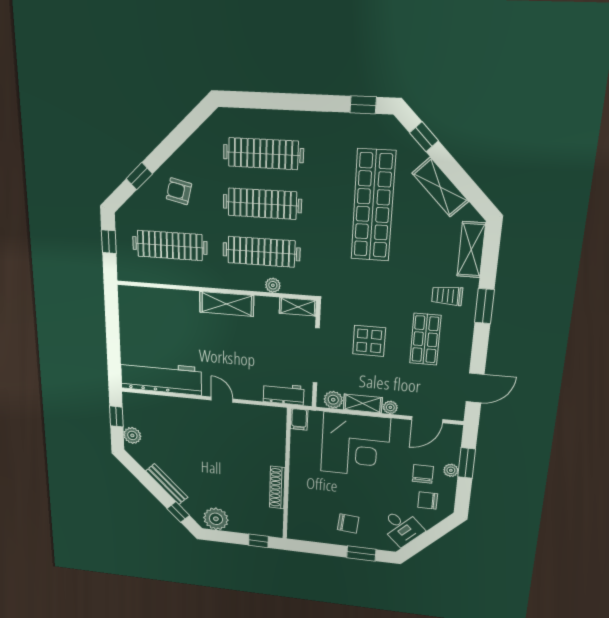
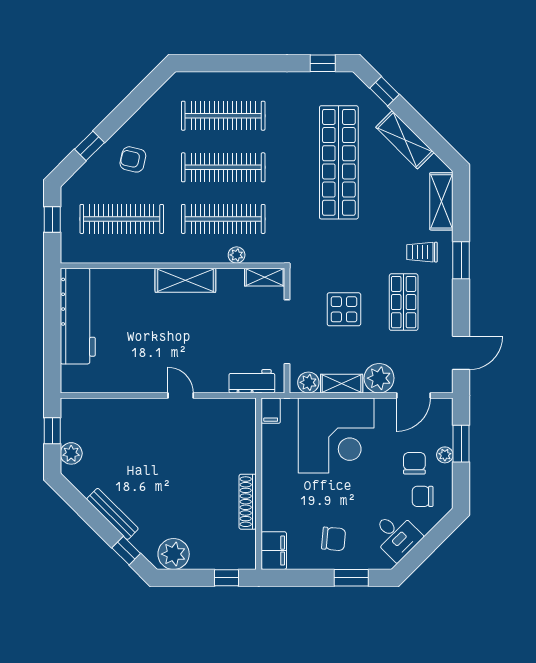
workbench: (161, 378) -> (78, 316), moved, turned 90
plant: (390, 407) -> (379, 378), width x1.87, depth x1.87
filing cabinet: (298, 526) -> (274, 551), added

